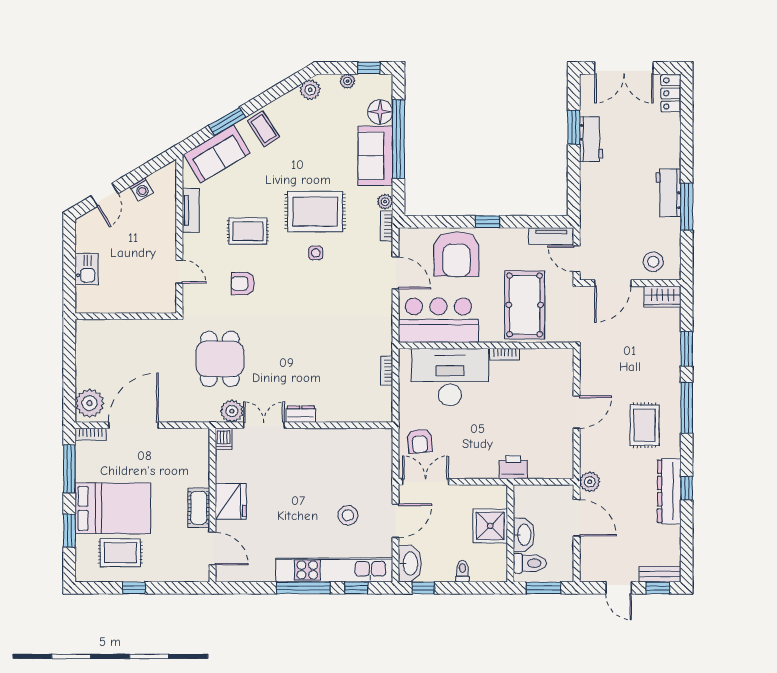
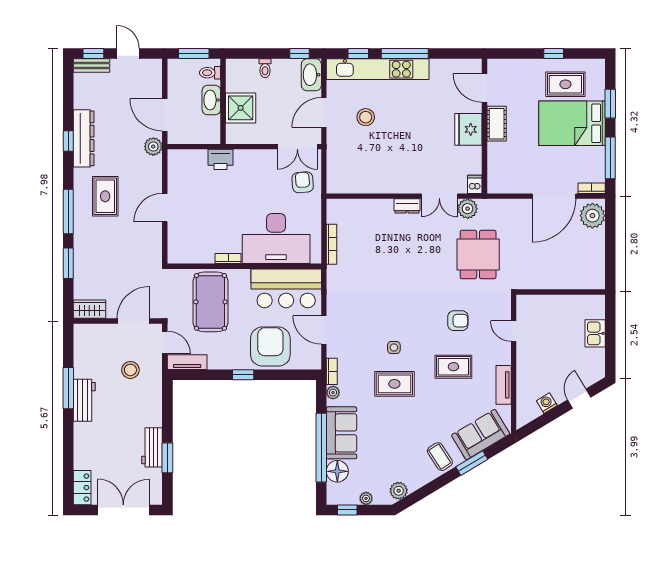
rug: (315, 212) -> (394, 384), width x0.73, depth x0.70
stool: (653, 262) -> (130, 370), moved
bookcase: (387, 371) -> (332, 244), width x1.56
toilet: (530, 563) -> (210, 73), width x0.73, depth x0.72

